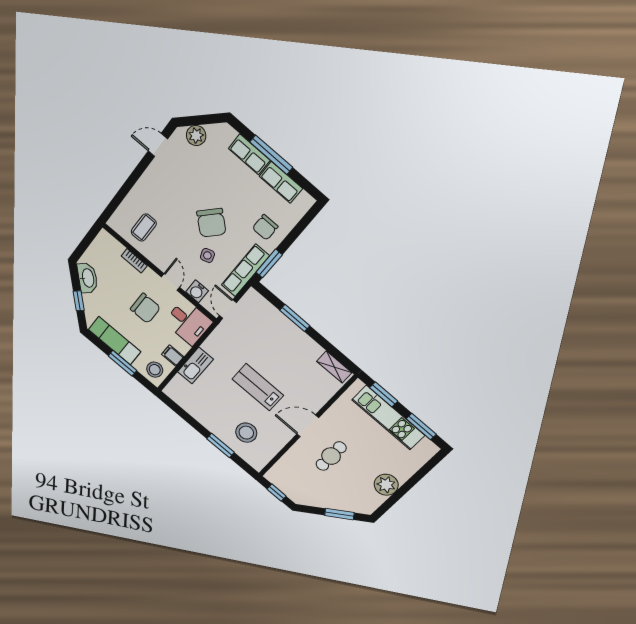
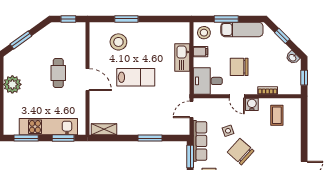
window: (87, 241) -> (304, 78), added
washbasin: (88, 278) -> (293, 58), width x0.52, depth x0.69
water cooler: (197, 291) -> (252, 104), moved
door: (228, 309) -> (191, 109), swing flipped
door: (308, 426) -> (88, 80), hinge flipped

